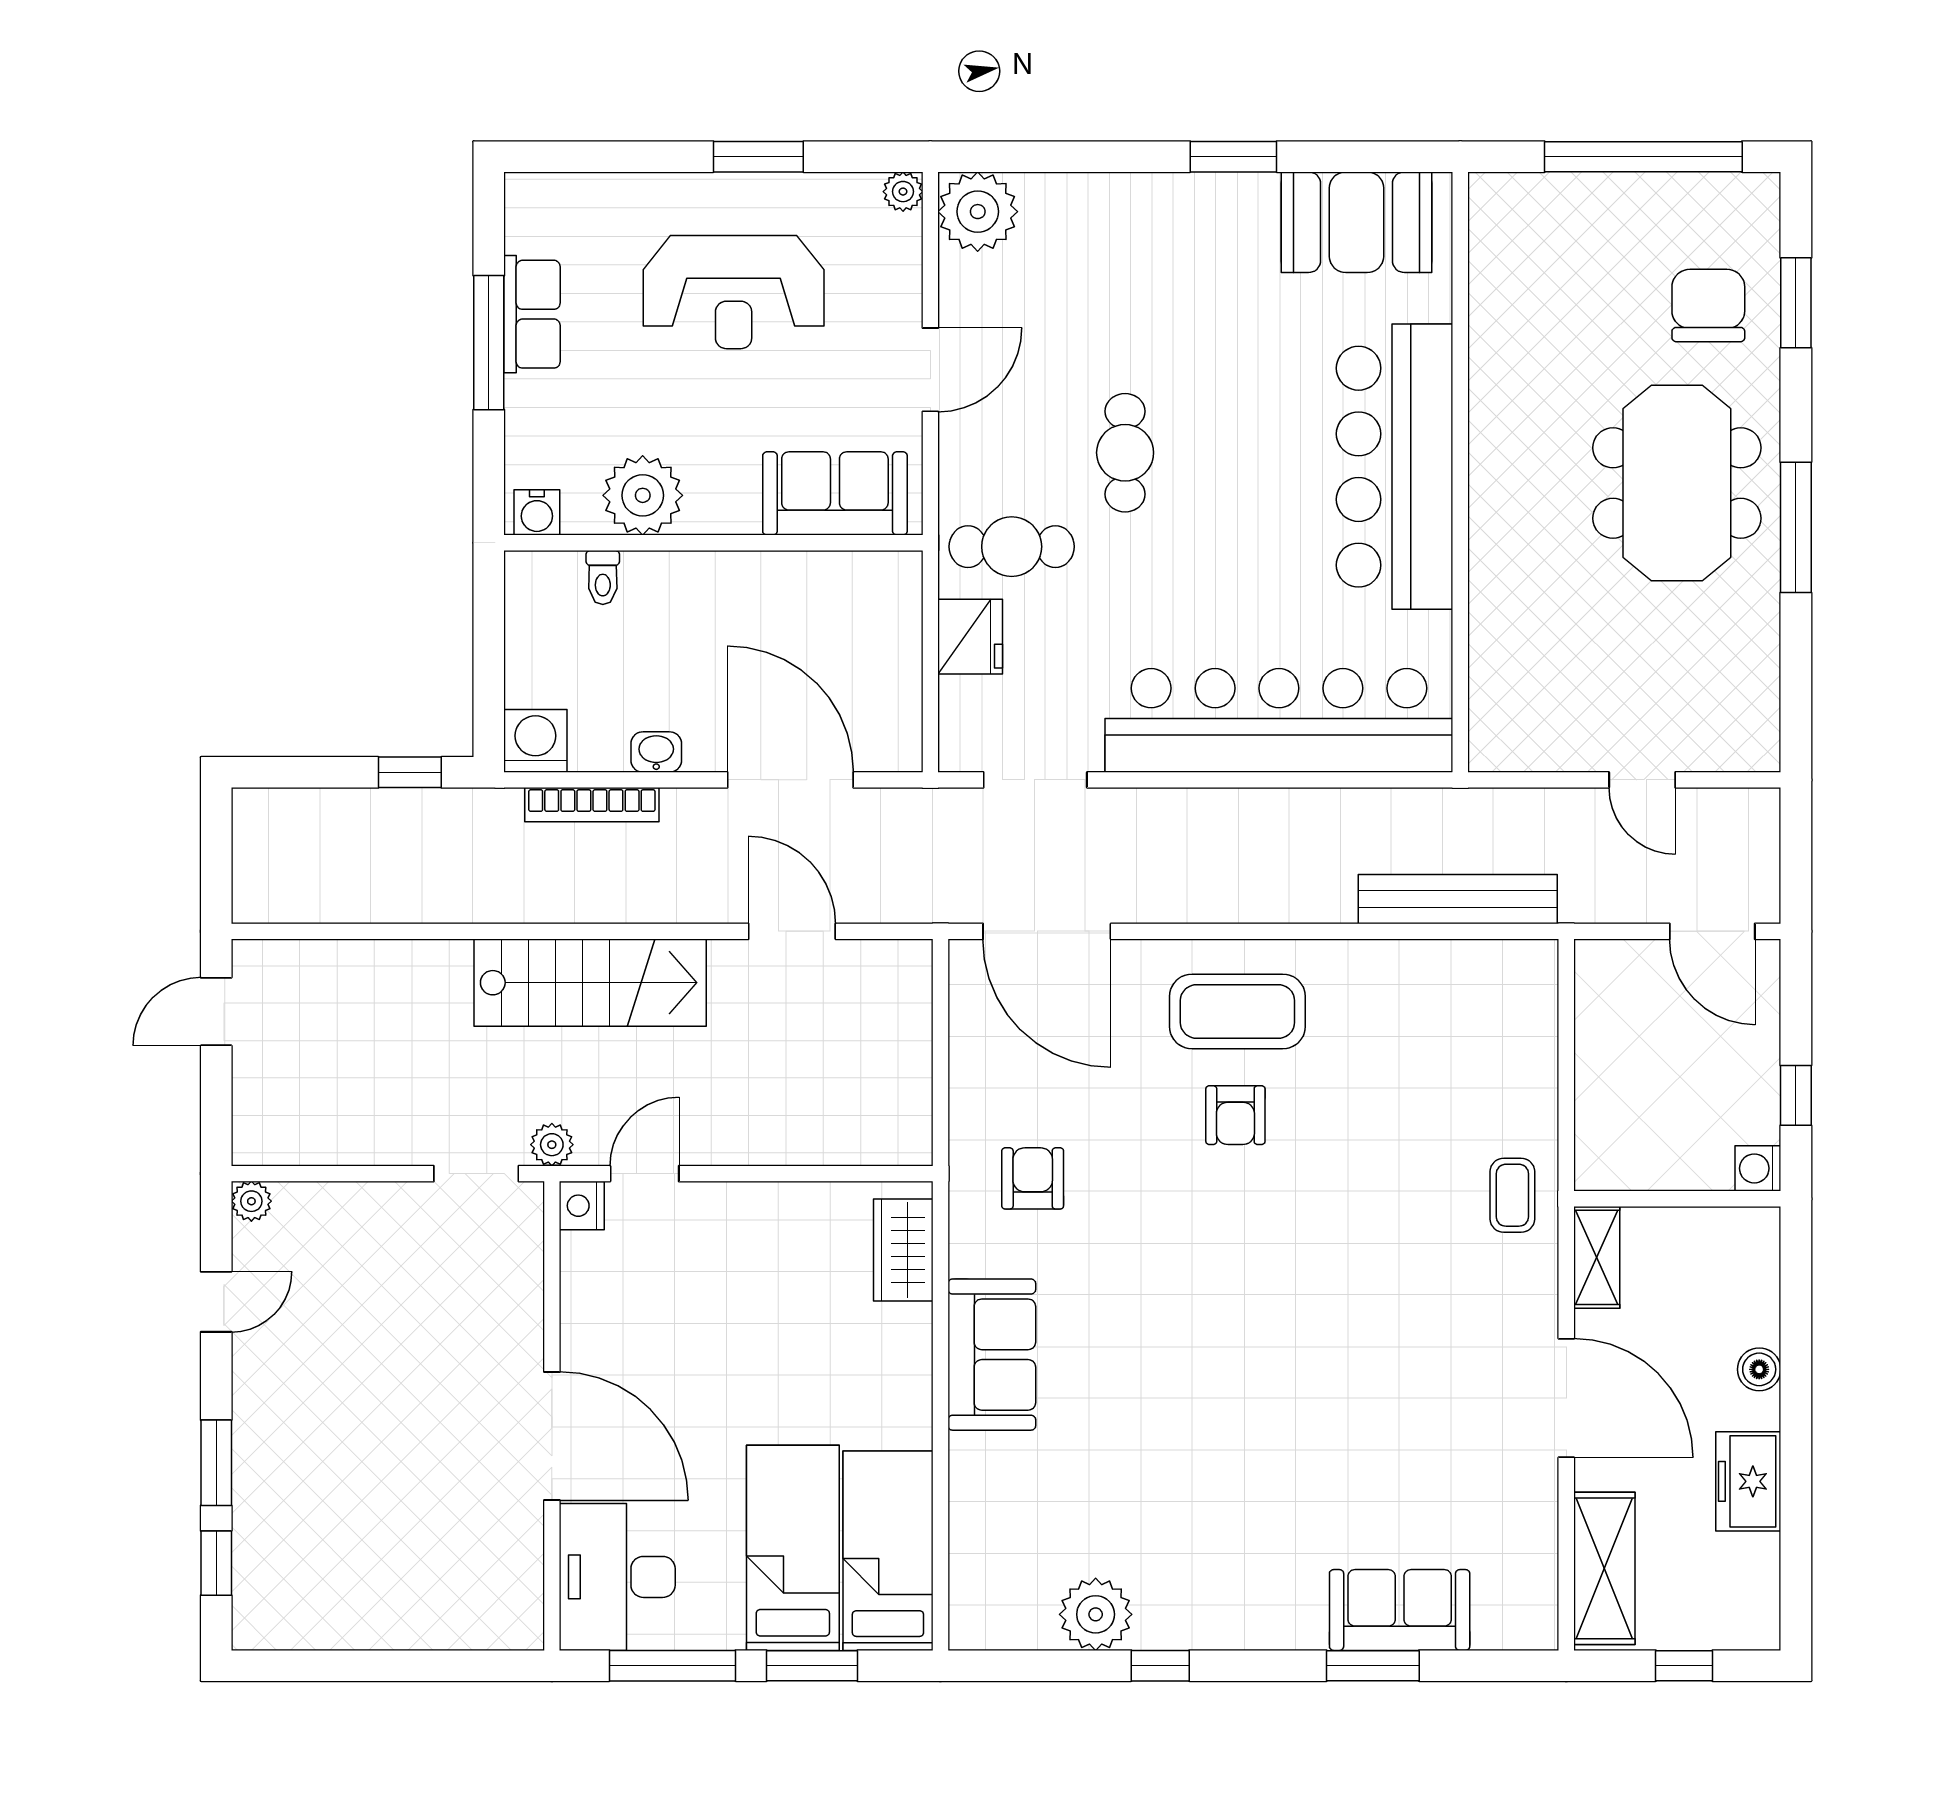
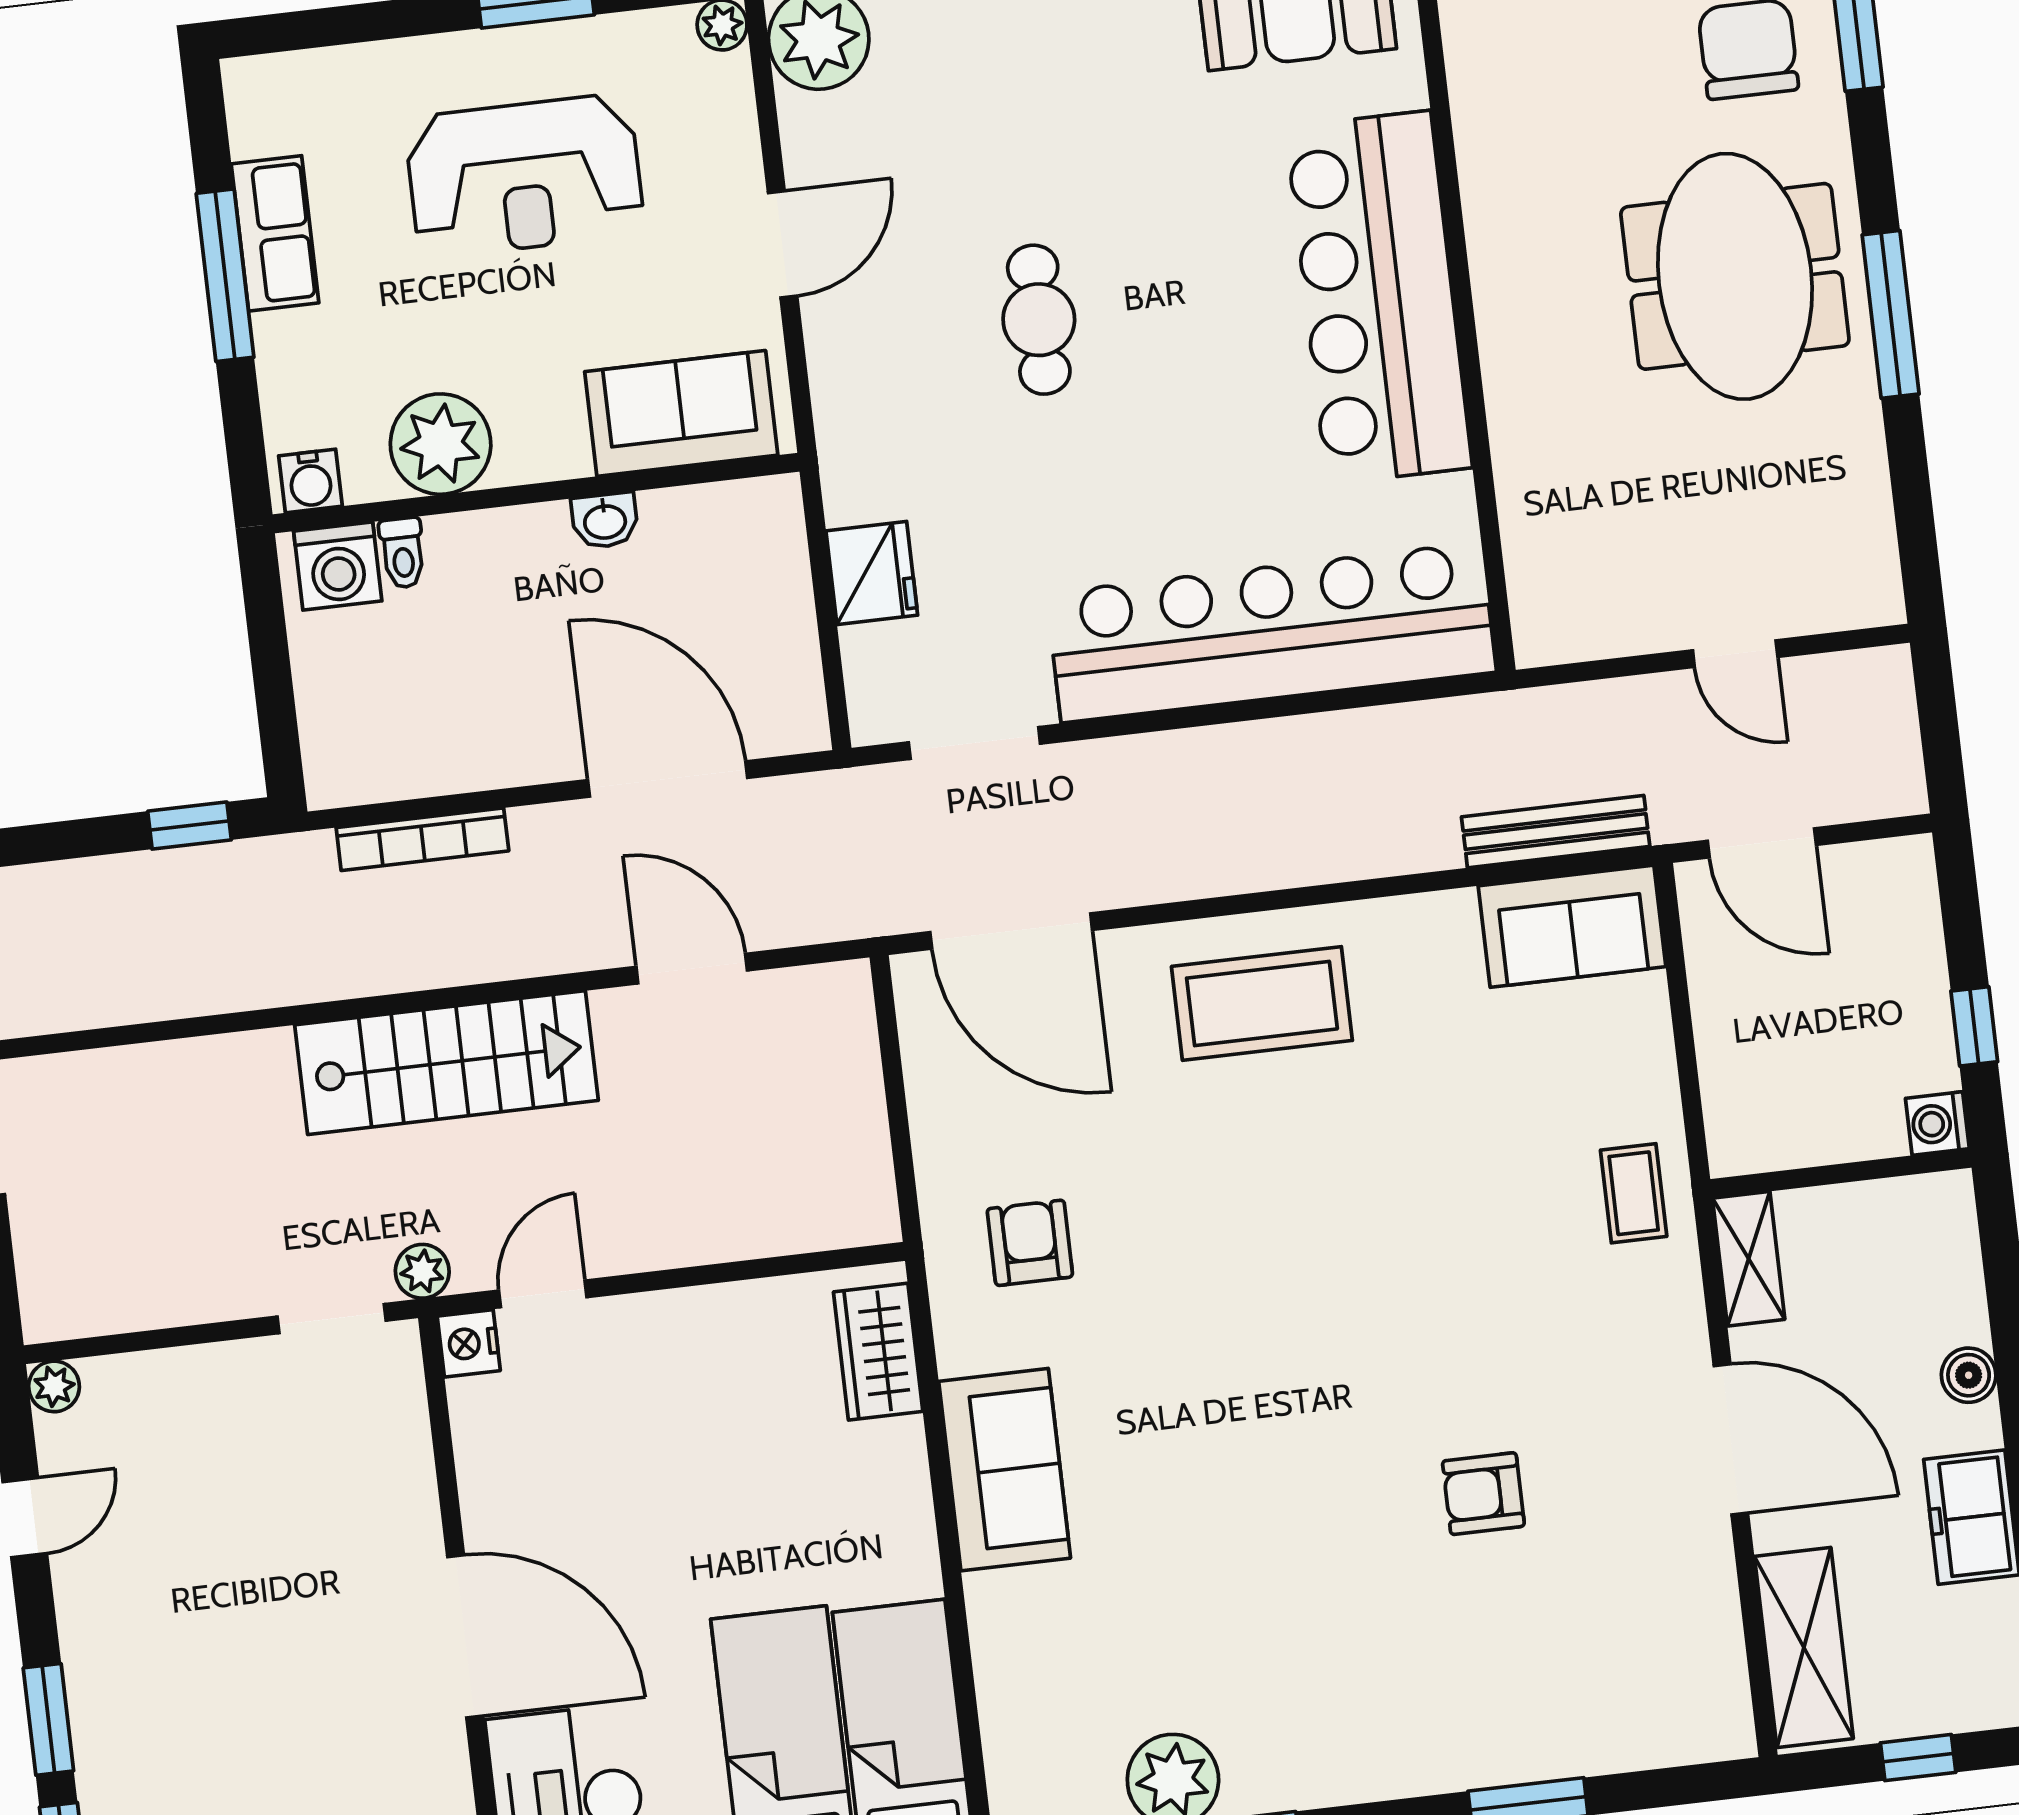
cafe table: (1012, 547) -> (911, 454), removed
washing machine: (535, 741) -> (338, 566), moved, turned 180
washbasin: (656, 752) -> (605, 520), moved, turned 180
bench: (1458, 899) -> (1556, 832), width x0.73, depth x0.82
door: (1712, 931) -> (1762, 843), moved
armchair: (1235, 1115) -> (1483, 1494), moved, turned 90
sofa: (1400, 1610) -> (1572, 926), moved, turned 180

